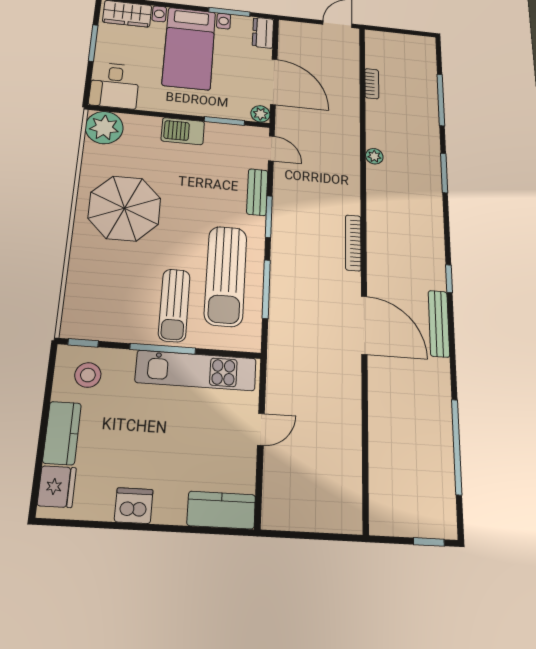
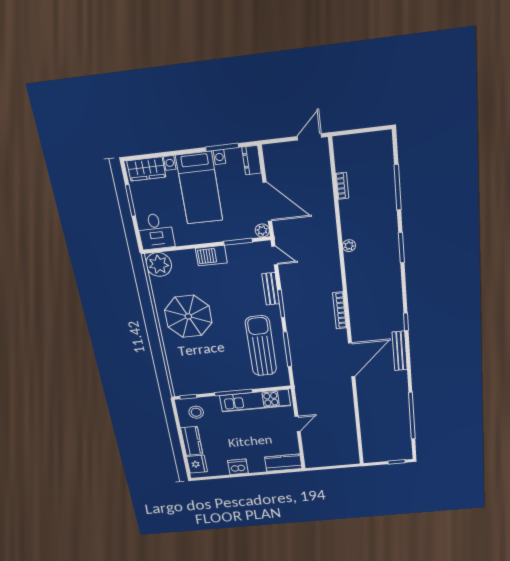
sun lounger: (226, 276) -> (261, 346), turned 180
sun lounger: (174, 305) -> (234, 368), removed
door: (364, 325) -> (352, 360), hinge flipped

